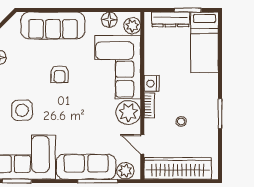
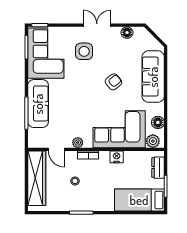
dresser: (170, 19) -> (158, 168), width x0.70
armchair: (60, 74) -> (113, 82), turned 141
nightstand: (152, 83) -> (117, 157), moved
plant: (128, 112) -> (78, 143), width x0.53, depth x0.53
door: (142, 144) -> (56, 149), swing flipped
plant: (125, 171) -> (35, 136), removed

